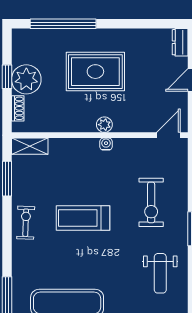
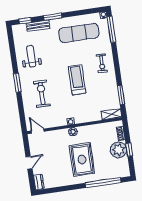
rug: (95, 72) -> (82, 159), turned 90
door: (168, 135) -> (38, 131), swing flipped
treadmill: (83, 218) -> (77, 80), turned -90
exercise bike: (26, 223) -> (102, 63), moved

